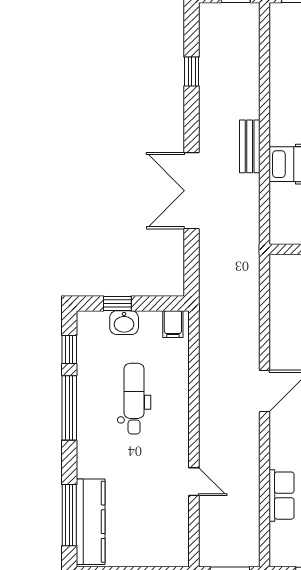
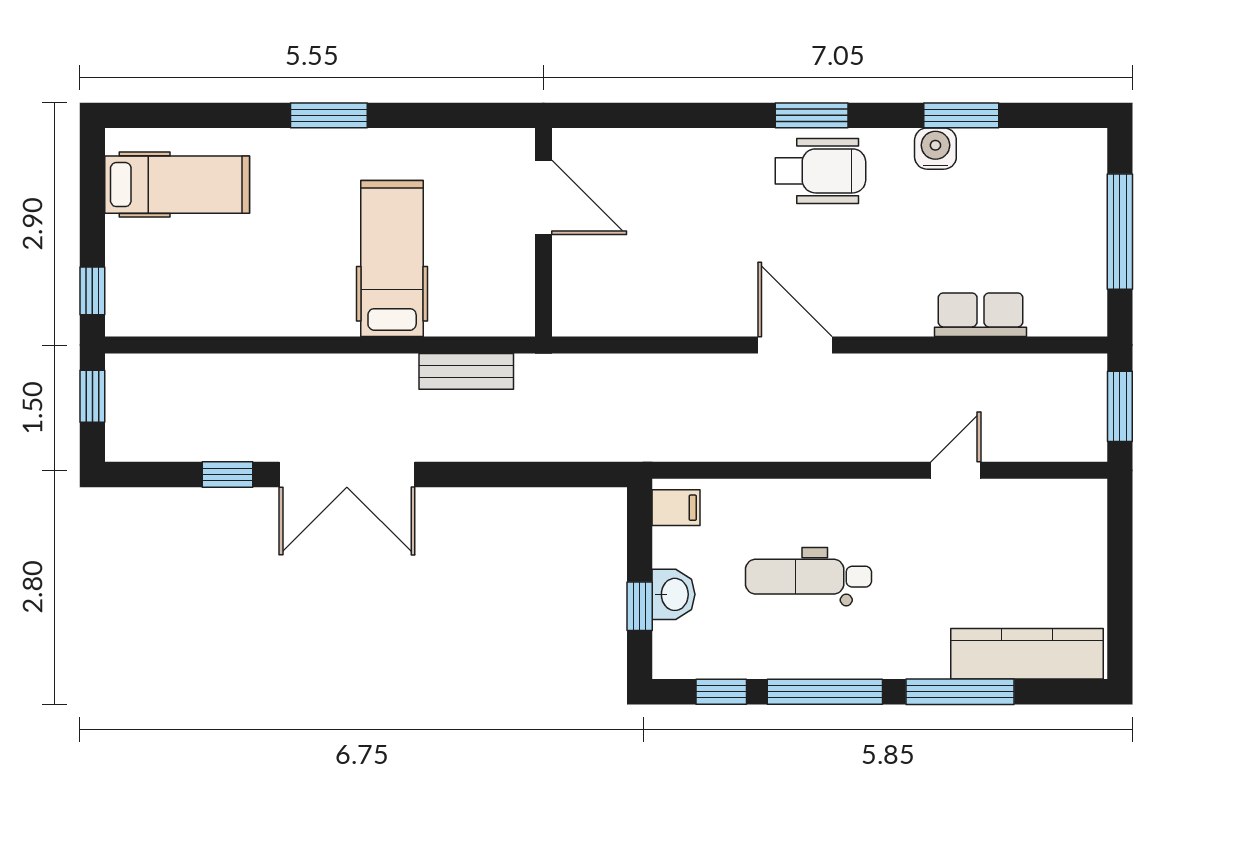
bench: (250, 146) -> (466, 371), moved
double door: (192, 191) -> (347, 475), moved
window: (69, 515) -> (960, 692), moved

